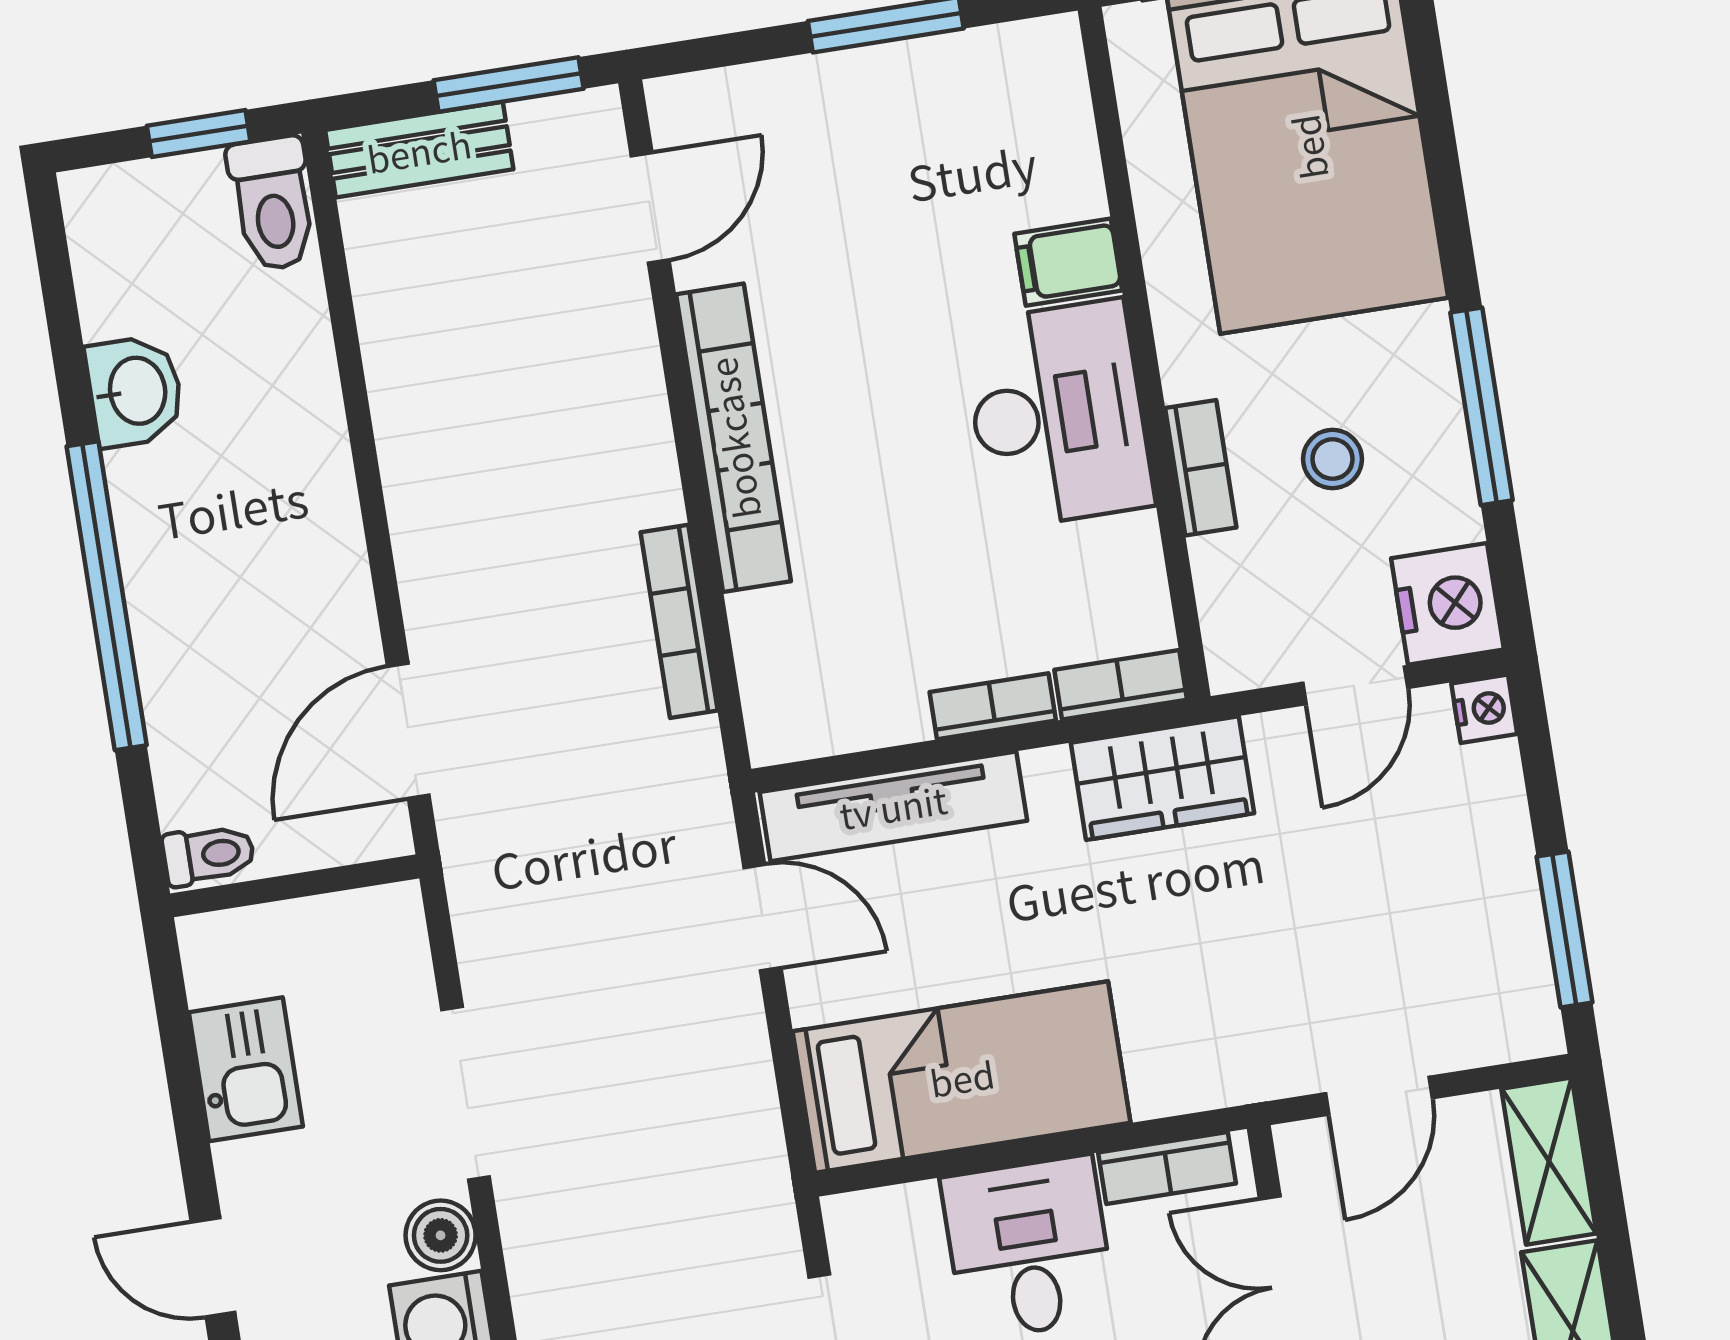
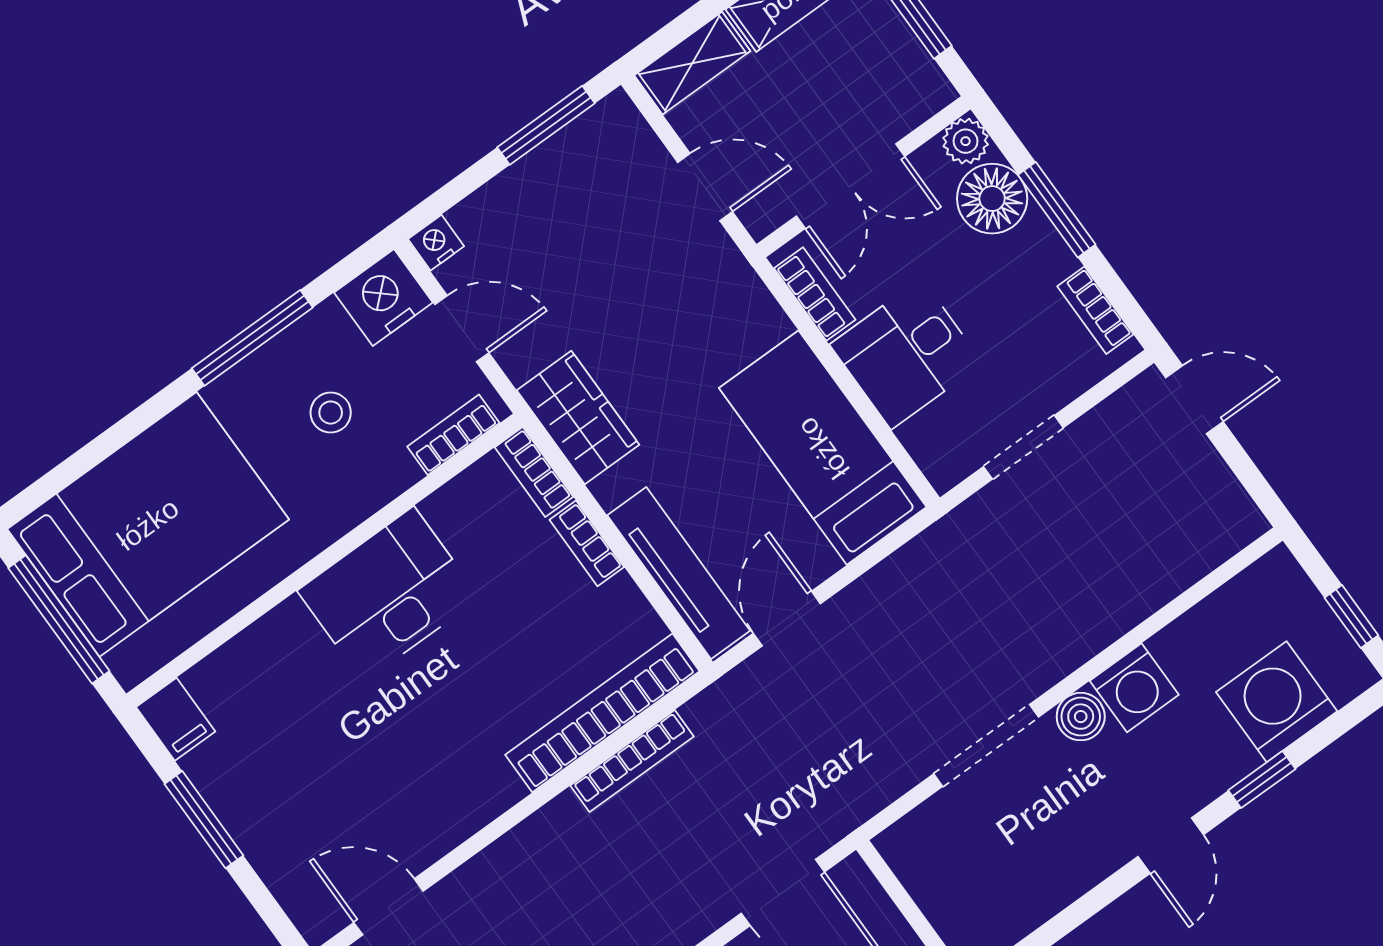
filing cabinet: (1068, 262) -> (176, 719), moved
bookcase: (733, 438) -> (602, 713), moved
bookcase: (1201, 468) -> (453, 435), moved
kitchen sink: (246, 1069) -> (1040, 887), removed

